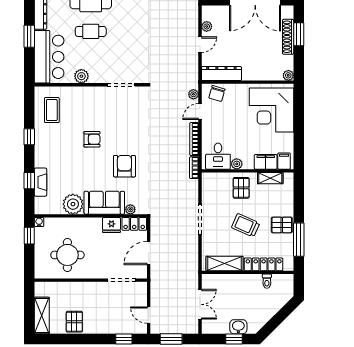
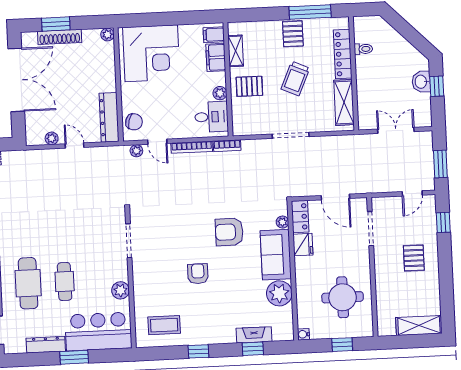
window: (29, 236) -> (342, 345), moved
pallet: (74, 322) -> (414, 258), moved, turned 90

